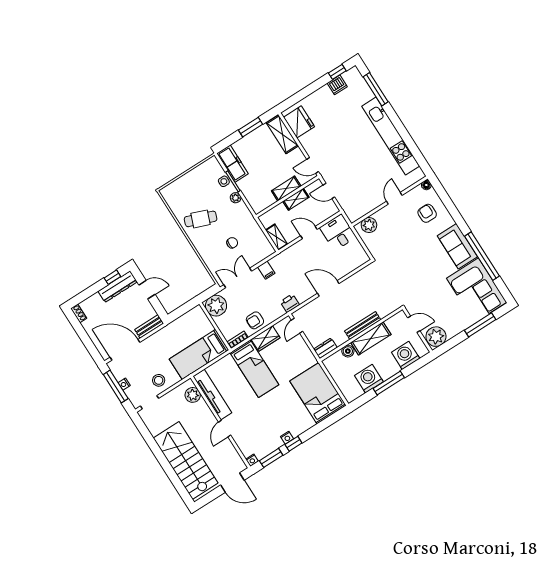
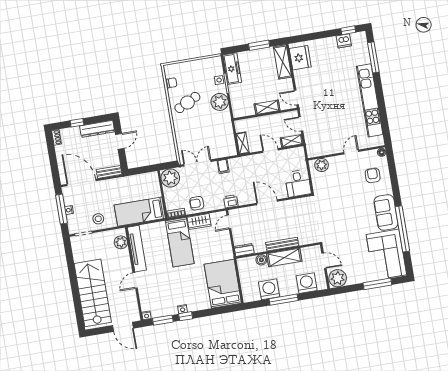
plant: (236, 198) -> (220, 102), width x1.87, depth x1.87
shelving: (296, 199) -> (292, 141), moved
cafe table: (201, 219) -> (187, 103), turned -47
desk: (338, 232) -> (298, 183), moved, turned 180
chair: (232, 243) -> (172, 83), moved
window: (112, 277) -> (77, 123), moved
door: (147, 290) -> (120, 141), hinge flipped

